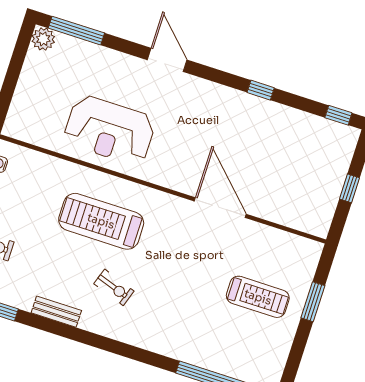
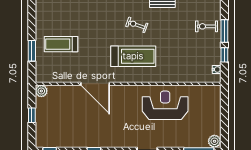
treadmill: (101, 221) -> (133, 56), moved
plant: (319, 226) -> (41, 91), added

